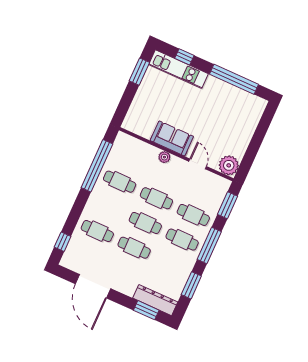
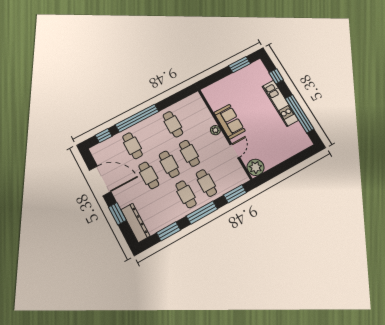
kitchen unit: (178, 69) -> (280, 103), moved
window: (97, 166) -> (137, 118), moved
door: (93, 286) -> (100, 181), swing flipped
window: (146, 310) -> (117, 214), moved

